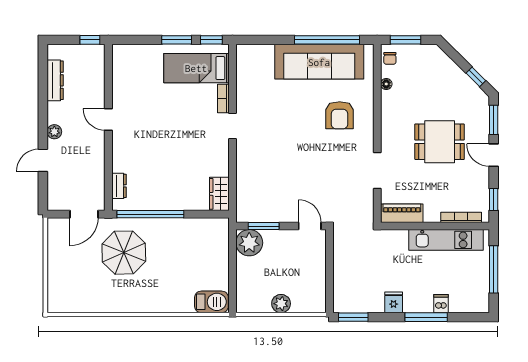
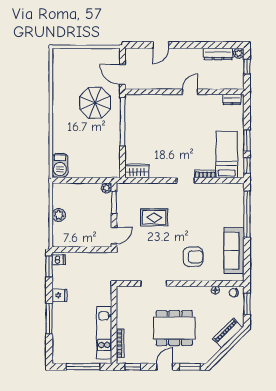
window: (90, 40) -> (247, 67), moved
window: (327, 40) -> (247, 214), moved
sofa: (319, 62) -> (234, 251), width x0.74, depth x0.79
window: (476, 77) -> (220, 354), removed
armchair: (340, 115) -> (193, 257), turned 180
plant: (54, 132) -> (239, 53), moved
dining table: (440, 142) -> (174, 328), width x1.38
door: (43, 160) -> (161, 45), swing flipped
rug: (284, 170) -> (154, 217), added
dresser: (119, 186) -> (232, 99), moved
piano: (402, 213) -> (228, 333), moved, turned -135
plant: (249, 243) -> (107, 188), width x0.53, depth x0.53
dishwasher: (441, 304) -> (59, 260), moved

